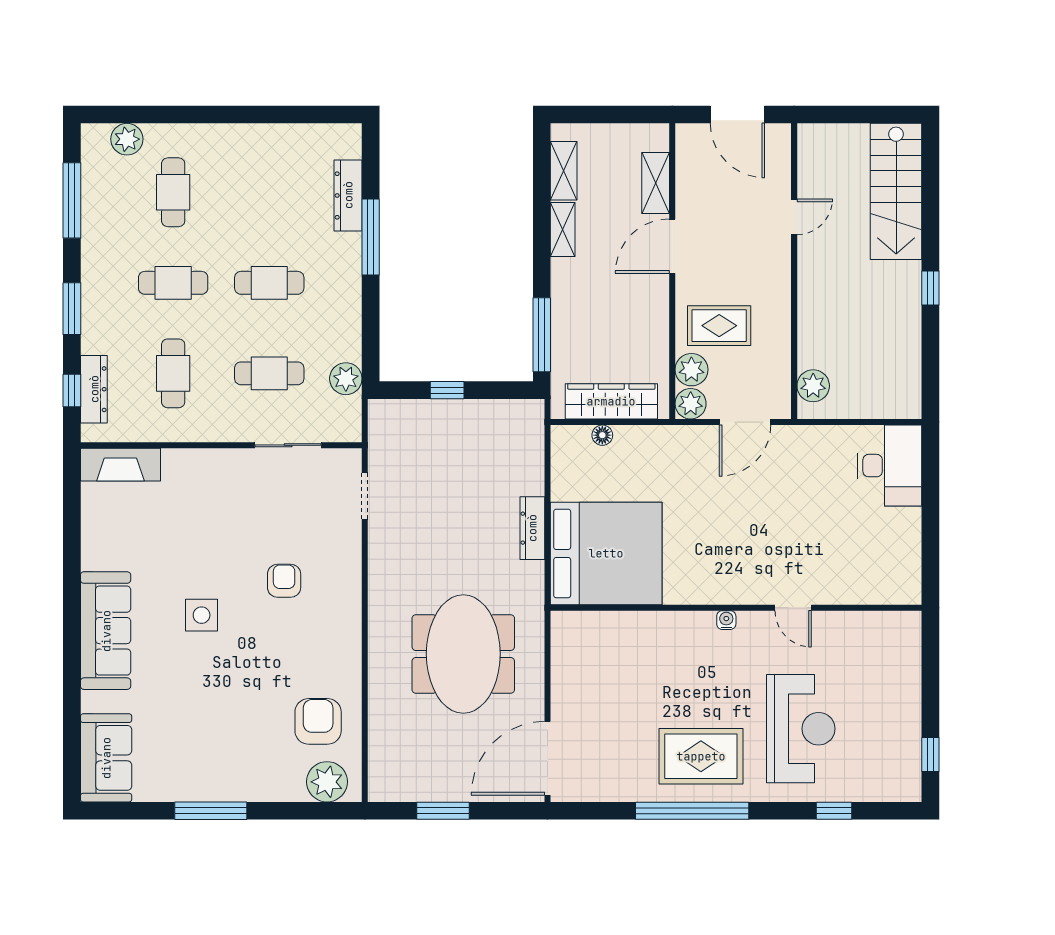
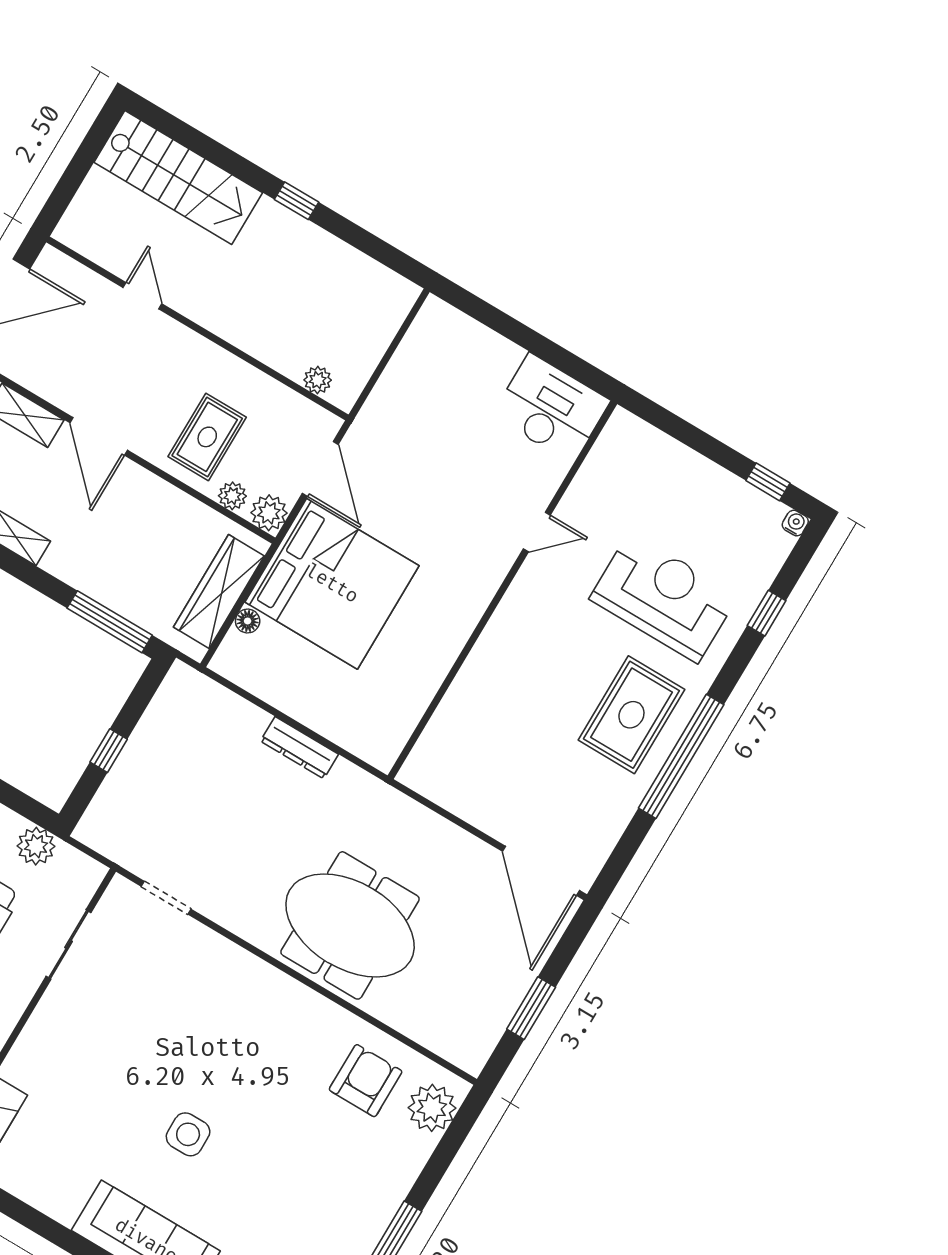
plant: (691, 370) -> (232, 496), width x0.73, depth x0.73
plant: (813, 386) -> (318, 380), width x0.73, depth x0.73
desk: (890, 466) -> (551, 408), moved
bed: (606, 553) -> (332, 584), moved, turned 90
armchair: (284, 581) -> (203, 1030), removed
water cooler: (726, 620) -> (795, 523), moved, turned 90
meeting table: (463, 654) -> (350, 925), moved
armchair: (318, 721) -> (366, 1081), turned 90

